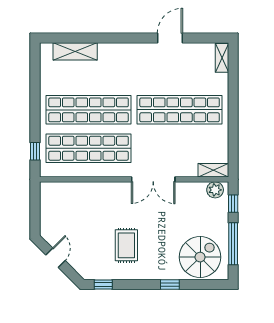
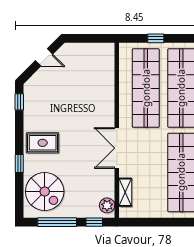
window: (35, 151) -> (156, 38), moved
shelving: (213, 170) -> (125, 192), moved
rug: (126, 245) -> (43, 143), moved

